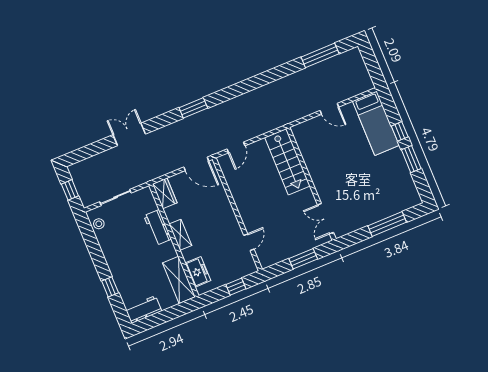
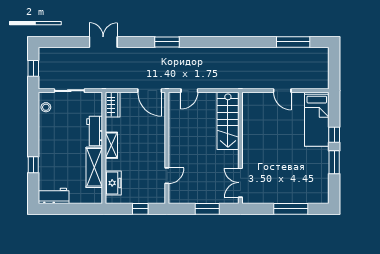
shelving: (179, 280) -> (94, 167), moved

